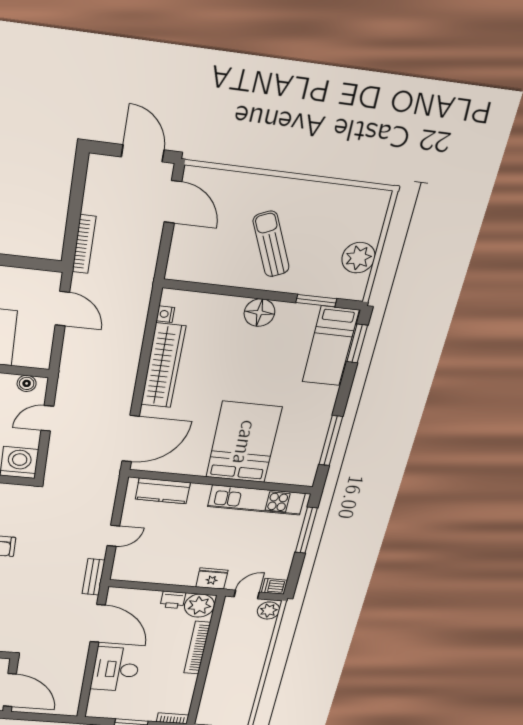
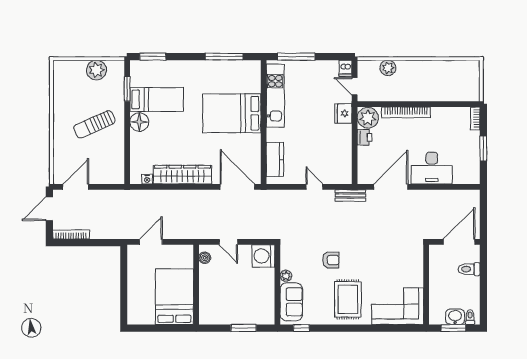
bookcase: (84, 244) -> (71, 235), moved
bed: (330, 346) -> (157, 99), moved
plant: (269, 611) -> (388, 68), moved

